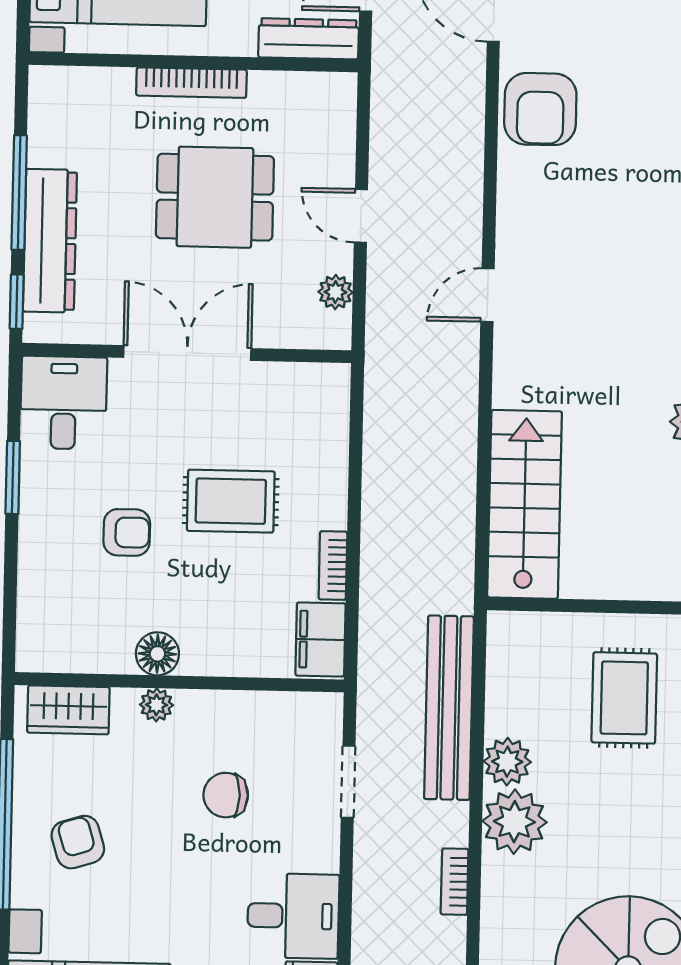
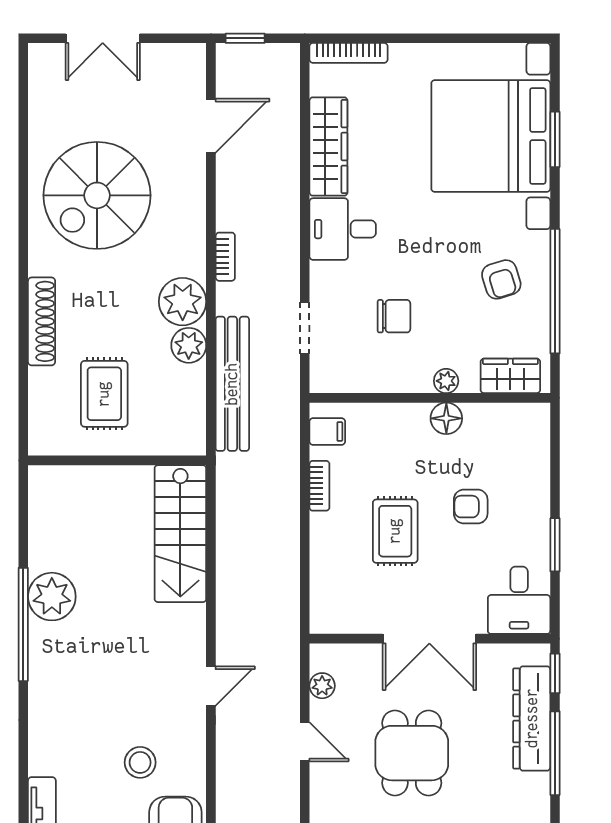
stool: (587, 193) -> (140, 762), added
dining table: (215, 197) -> (412, 753), turned 90
rug: (231, 501) -> (395, 531), turned 90
filing cabinet: (320, 639) -> (327, 432), width x0.50

